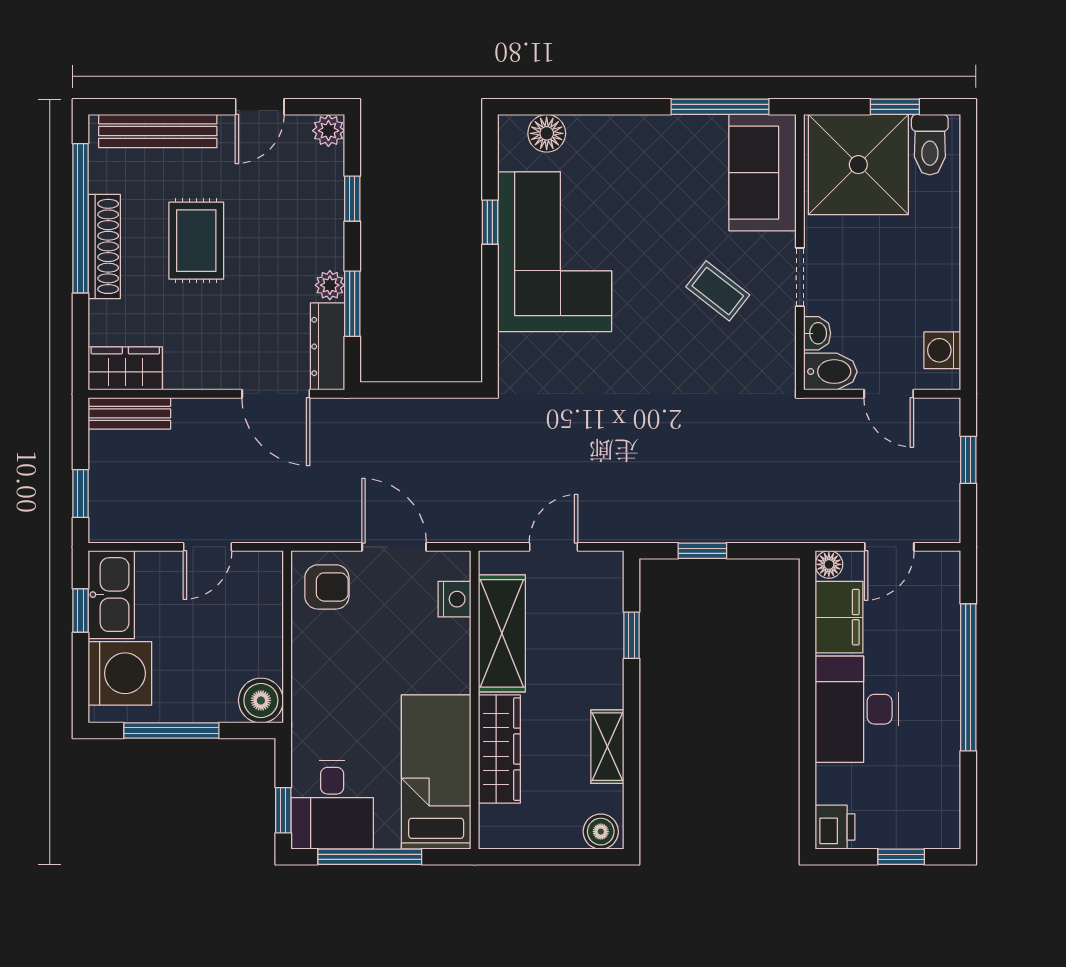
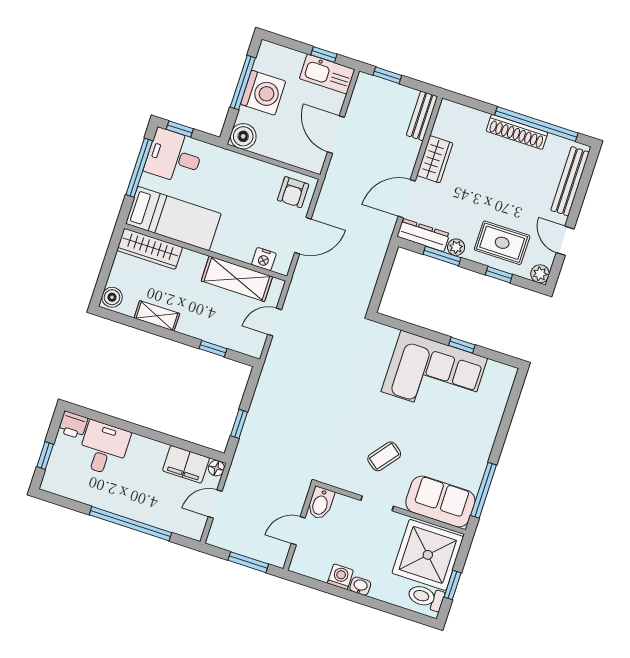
floor lamp: (547, 133) -> (500, 392), removed
rug: (196, 241) -> (502, 243), moved
washbasin: (817, 333) -> (360, 586), moved, turned 180
washing machine: (942, 350) -> (340, 577), moved
wardrobe: (125, 368) -> (435, 159), moved
window: (968, 460) -> (248, 562), width x1.50
door: (208, 547) -> (336, 135), width x1.38
door: (553, 547) -> (275, 322), swing flipped
door: (889, 547) -> (215, 504), hinge flipped
window: (702, 551) -> (239, 424), moved
washing machine: (120, 673) -> (263, 93), moved, turned -90
desk: (857, 709) -> (104, 448), moved, width x0.73
wardrobe: (499, 749) -> (150, 249), moved

